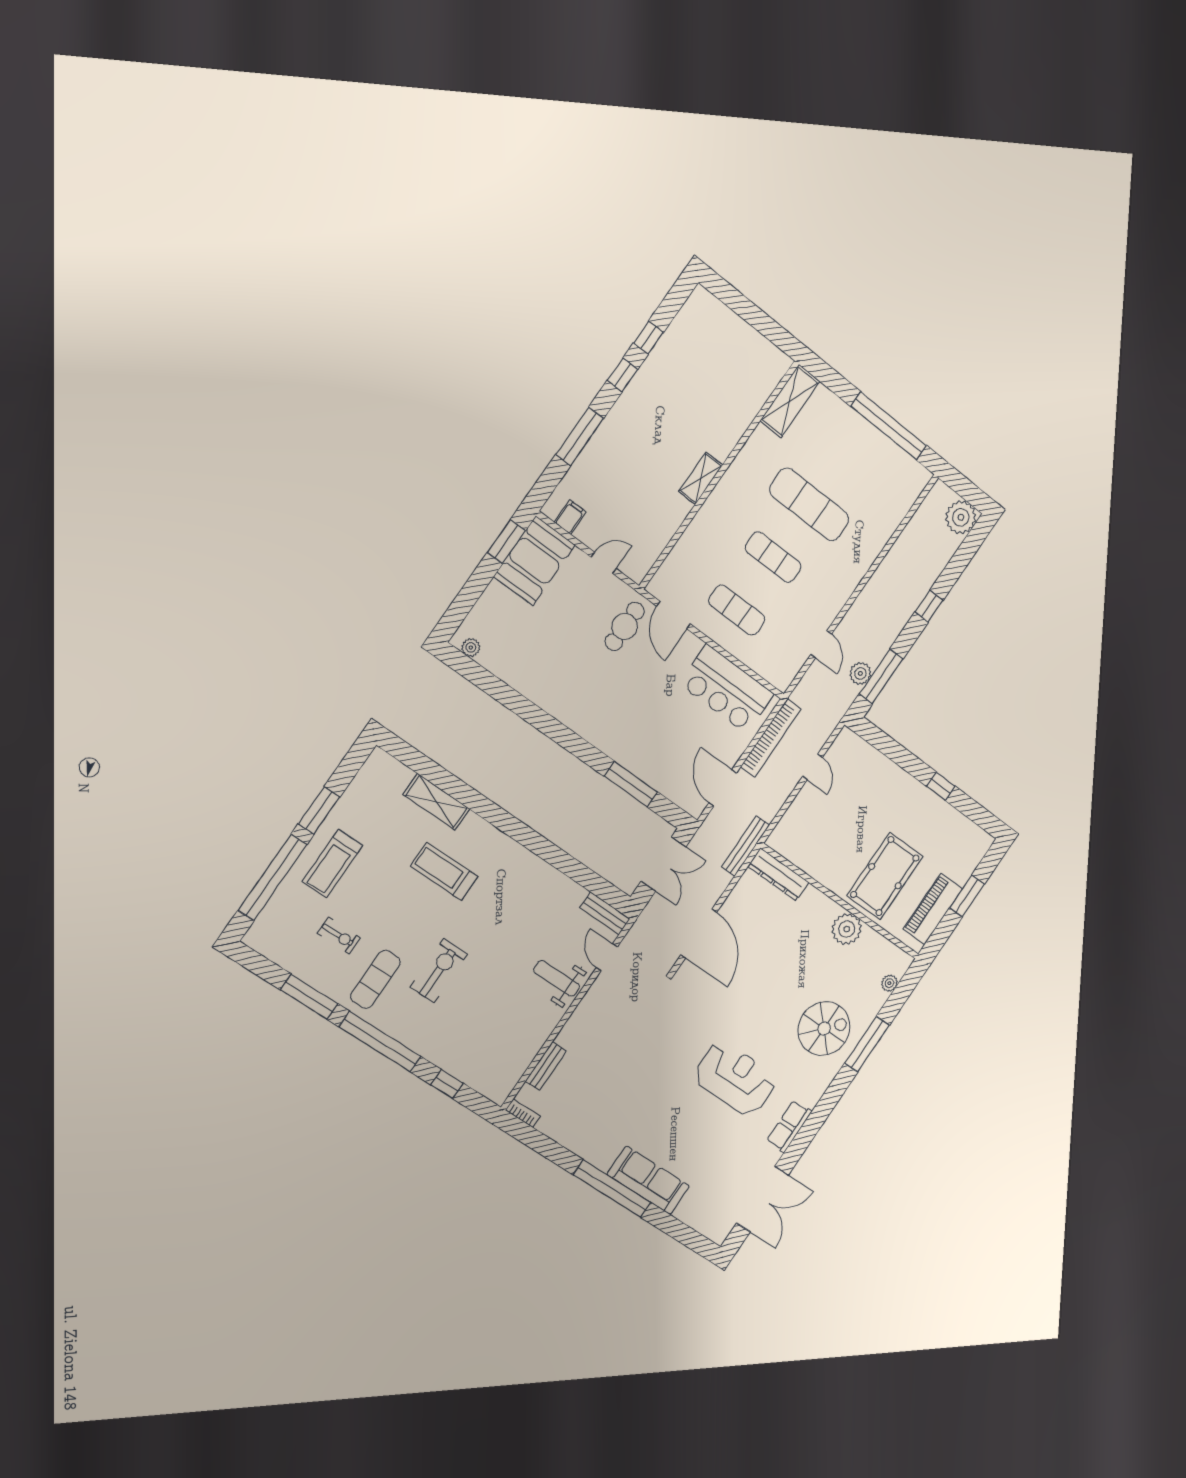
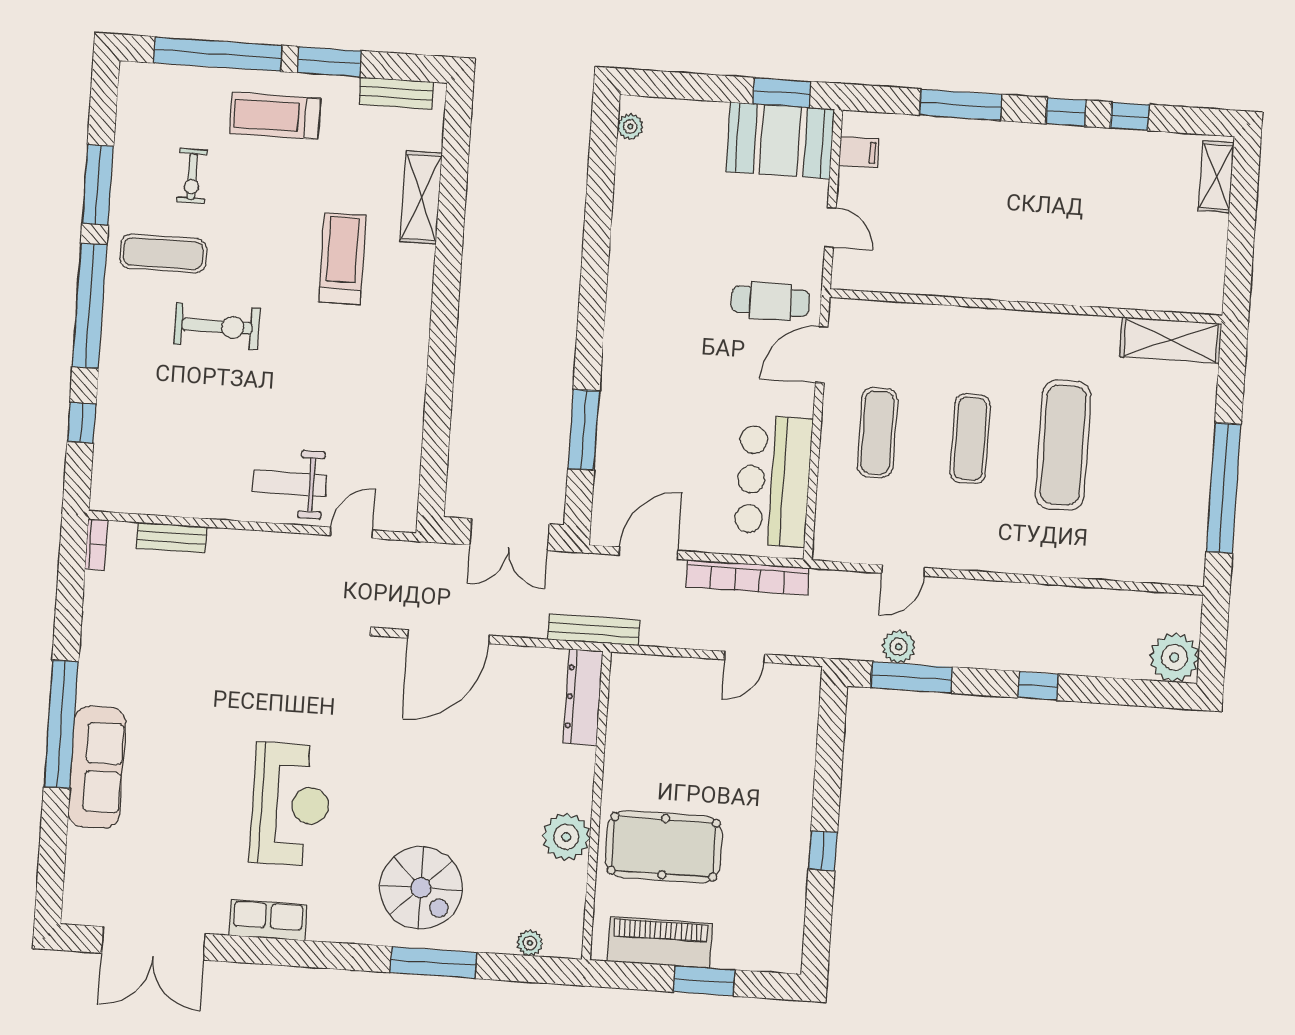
shelving: (701, 478) -> (1216, 177), moved, turned 90
bench: (605, 913) -> (396, 93), moved, turned 90
weight bench: (557, 978) -> (289, 483), turned -90

